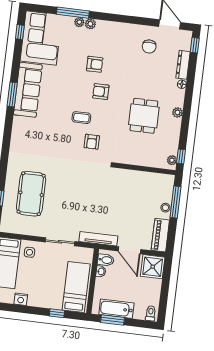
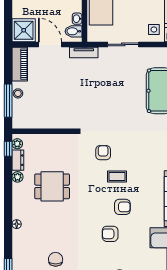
dresser: (183, 65) -> (18, 160), moved, width x0.70
armchair: (101, 92) -> (122, 207), moved
plant: (177, 112) -> (18, 177), moved
dining table: (144, 116) -> (52, 186), turned 90
tv unit: (98, 239) -> (84, 52), width x0.71

